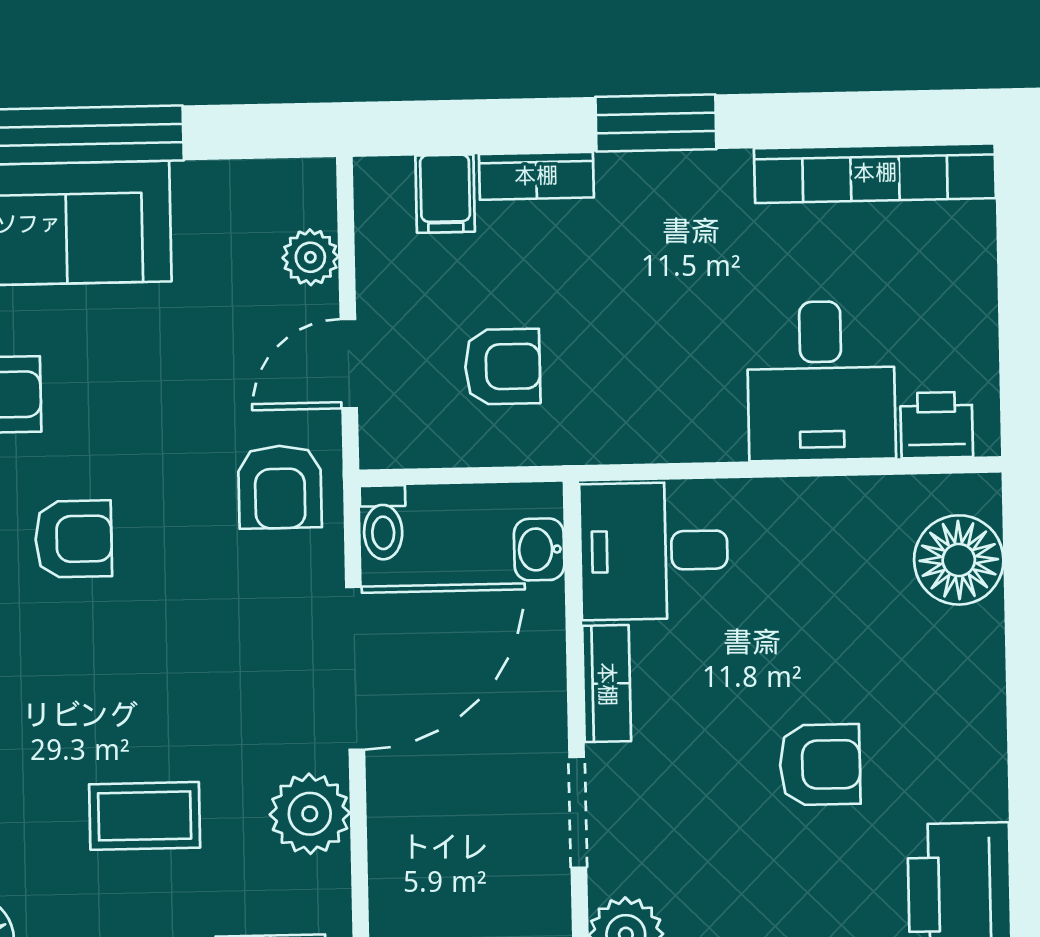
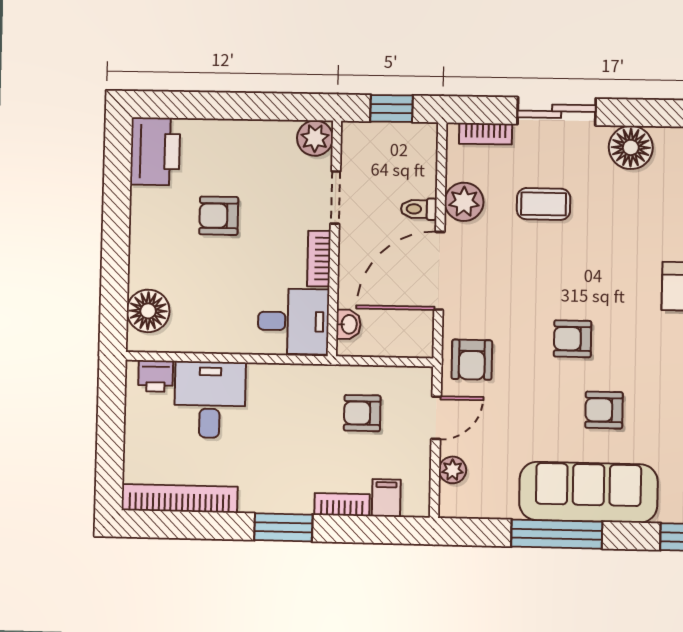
armchair: (280, 487) -> (472, 360), turned 180
toilet: (383, 522) -> (419, 209), moved, turned -90

